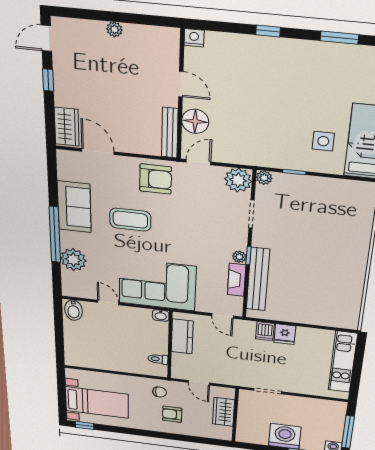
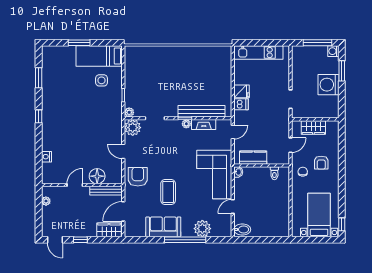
door: (181, 84) -> (75, 185), moved
wall: (181, 95) -> (82, 185), moved
floor lamp: (195, 121) -> (97, 176), moved
bench: (170, 133) -> (106, 191), moved

